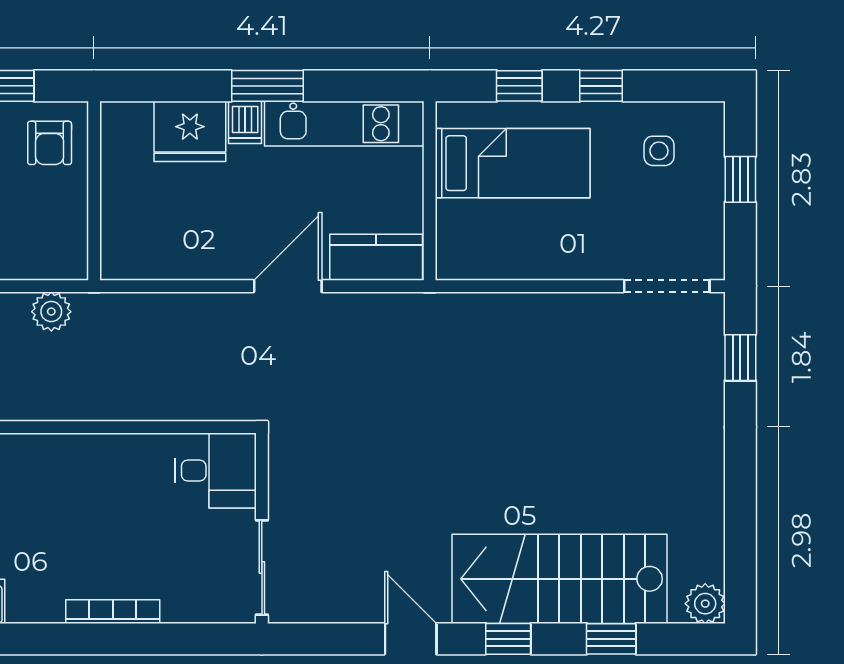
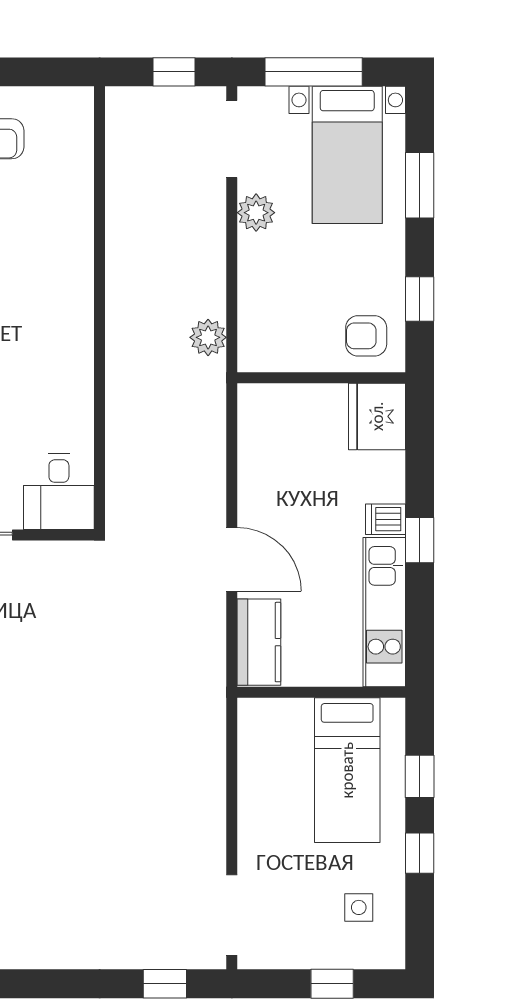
window: (267, 86) -> (420, 540), width x0.67
fridge: (190, 131) -> (377, 416), moved

